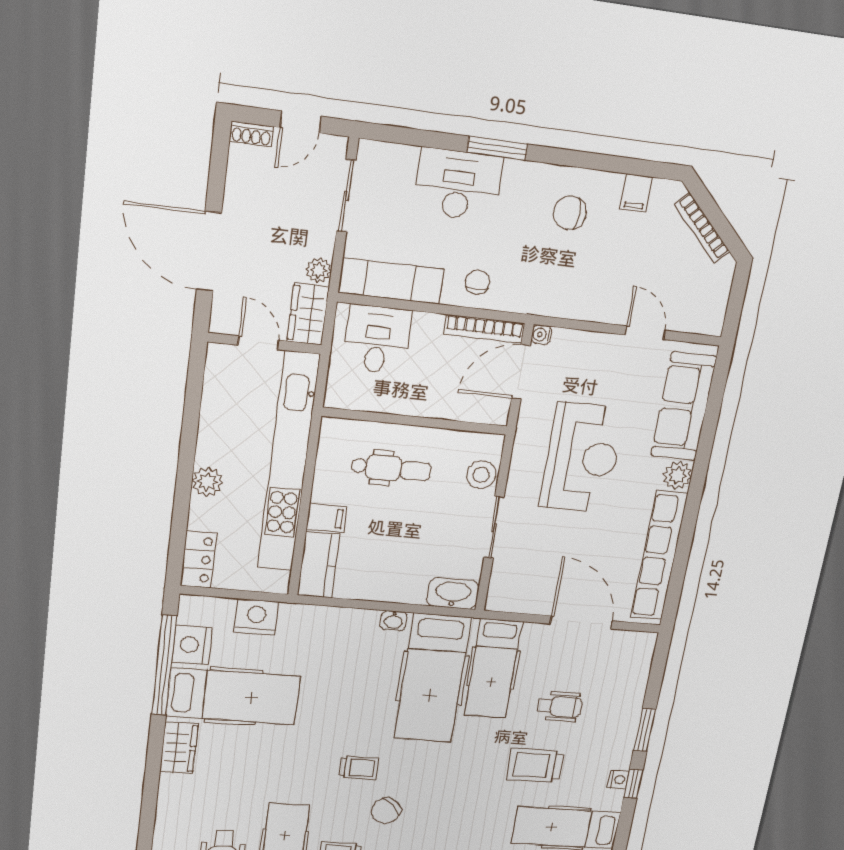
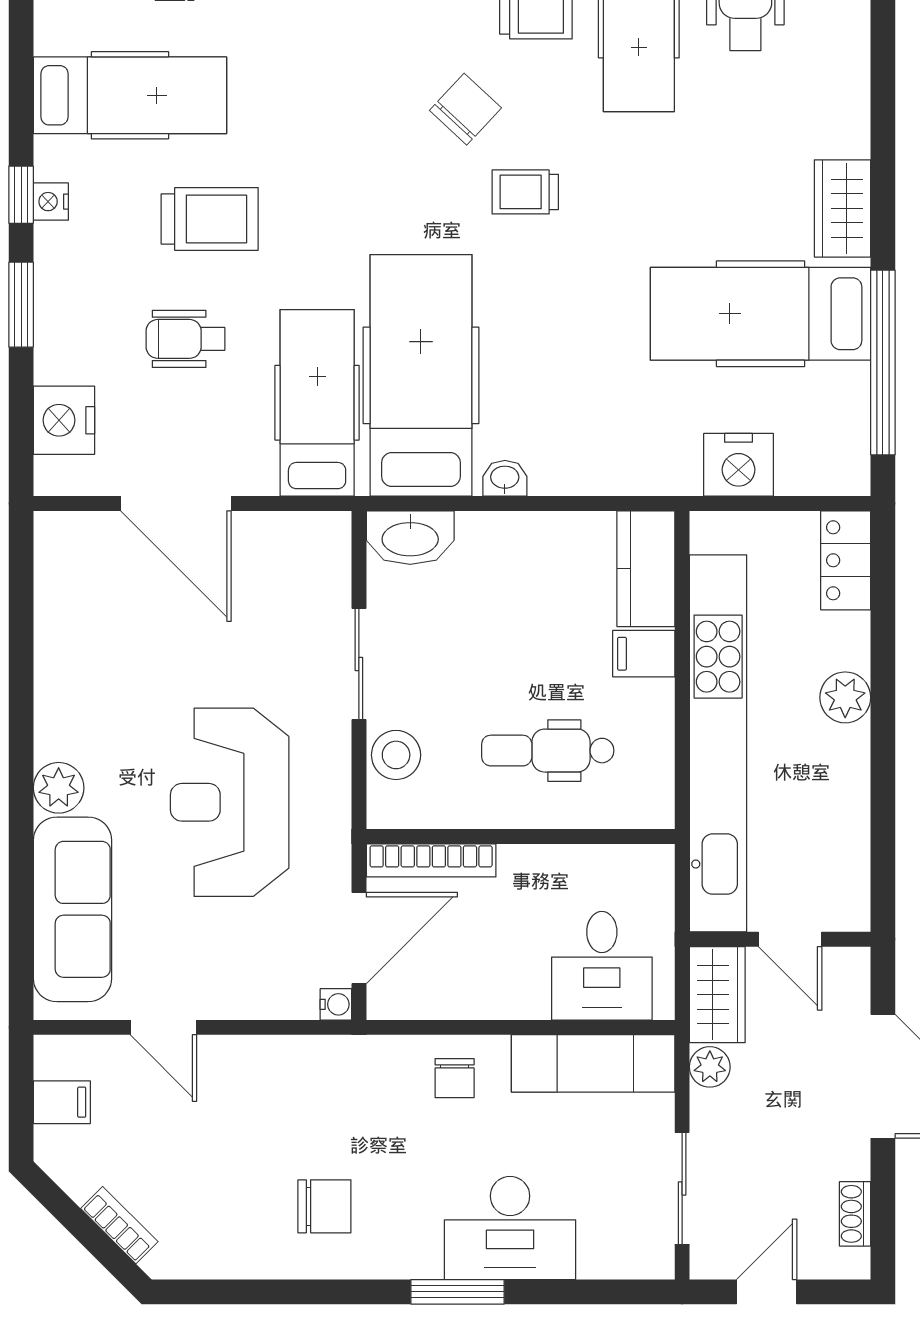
shoe rack: (251, 134) -> (855, 1214), moved, turned -90
filing cabinet: (636, 193) -> (62, 1102), moved, turned 90
bookcase: (702, 228) -> (119, 1225), width x0.64
bookcase: (484, 329) -> (431, 860), moved, turned 180
row of seats: (659, 556) -> (61, 640), removed
nightstand: (192, 645) -> (64, 420), moved, turned 180

